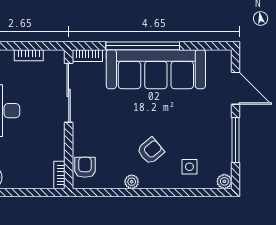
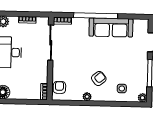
sofa: (156, 69) -> (111, 27), width x0.74, depth x0.79

